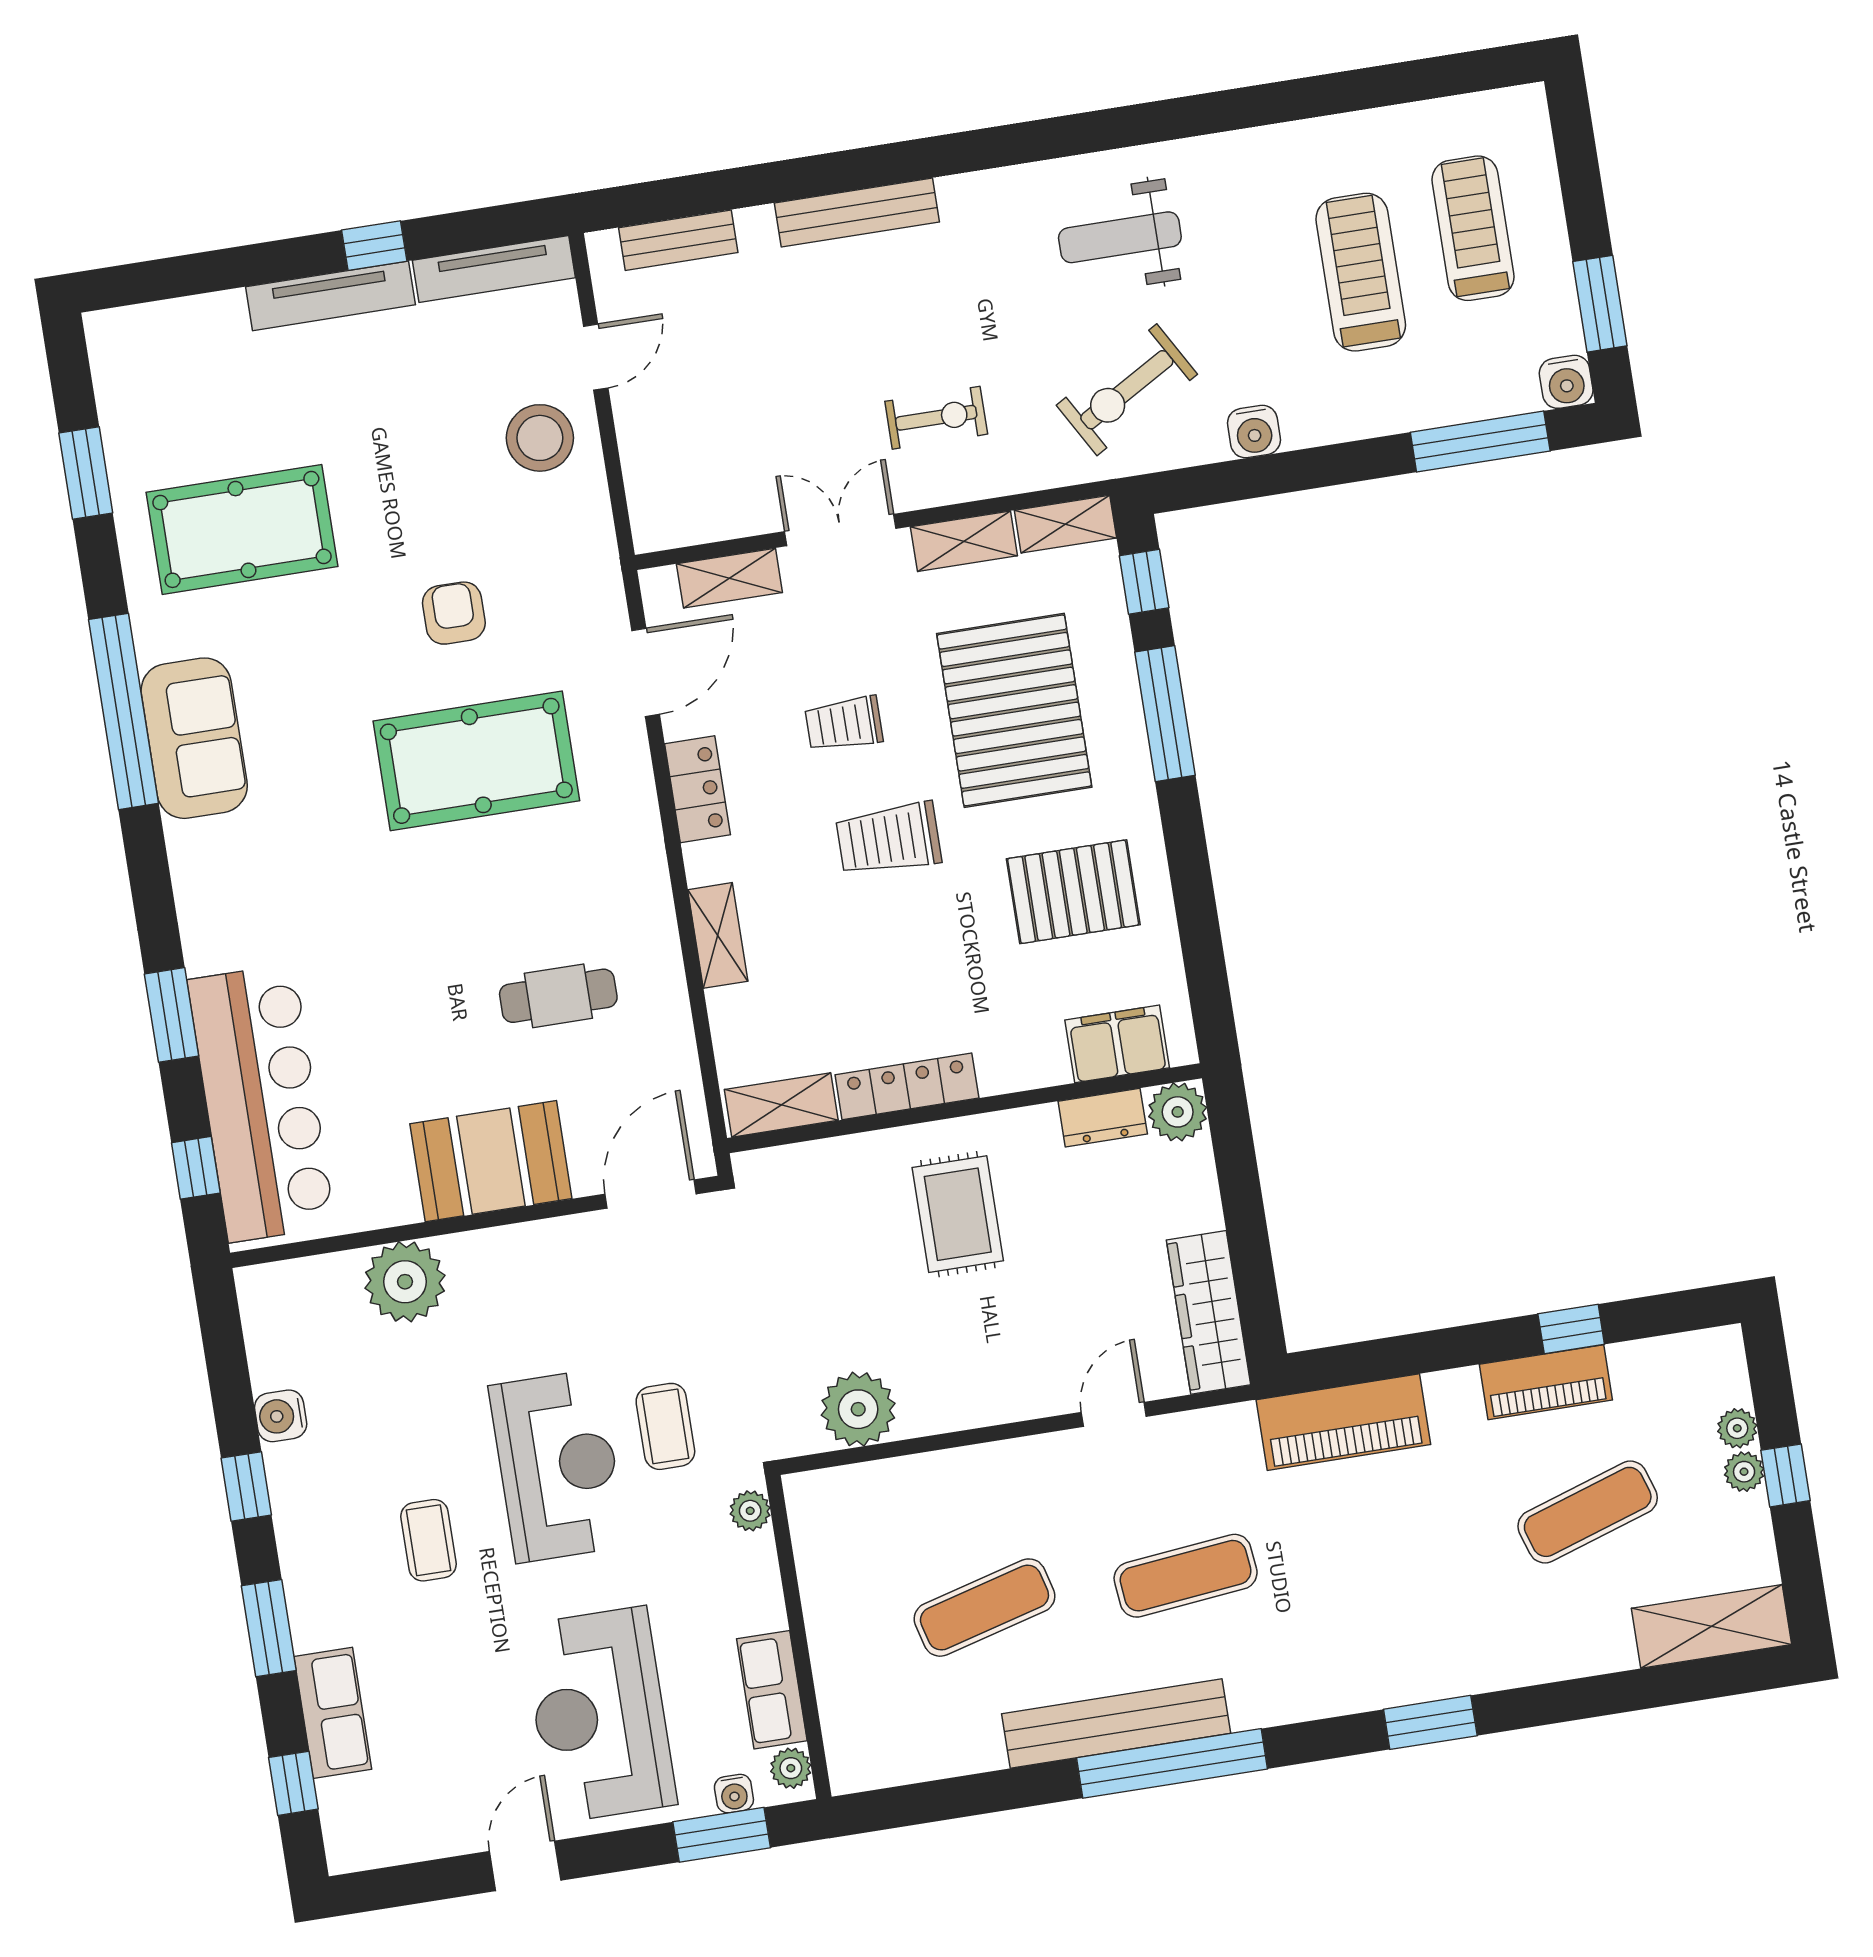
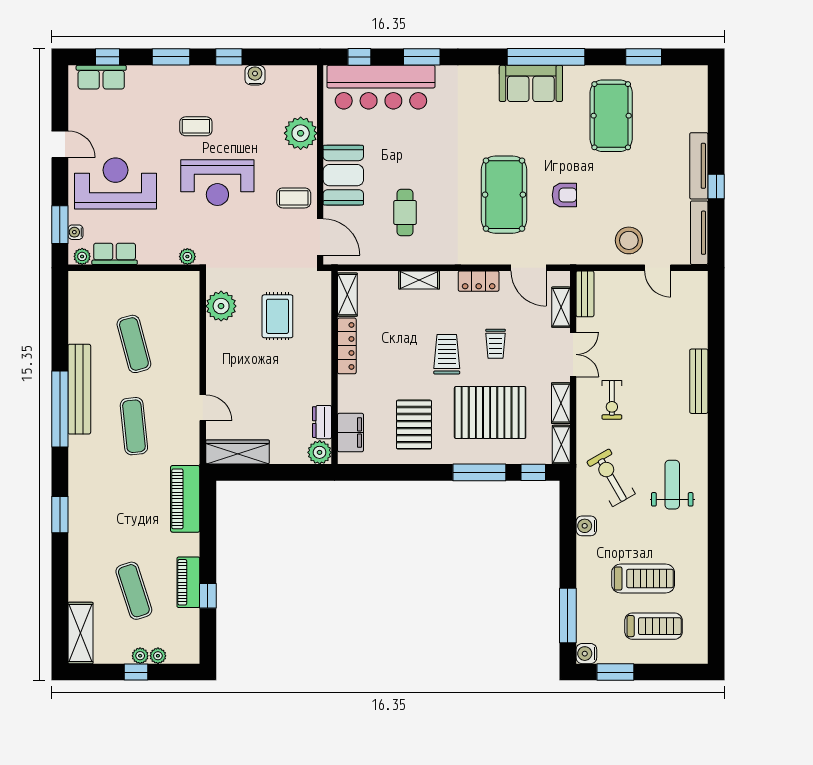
bench: (678, 240) -> (585, 294), moved
trolley: (844, 724) -> (496, 344), turned 180
rug: (958, 1214) -> (277, 316), moved, turned 90
coffee table: (665, 1426) -> (294, 198), moved
row of seats: (333, 1713) -> (101, 77), moved

